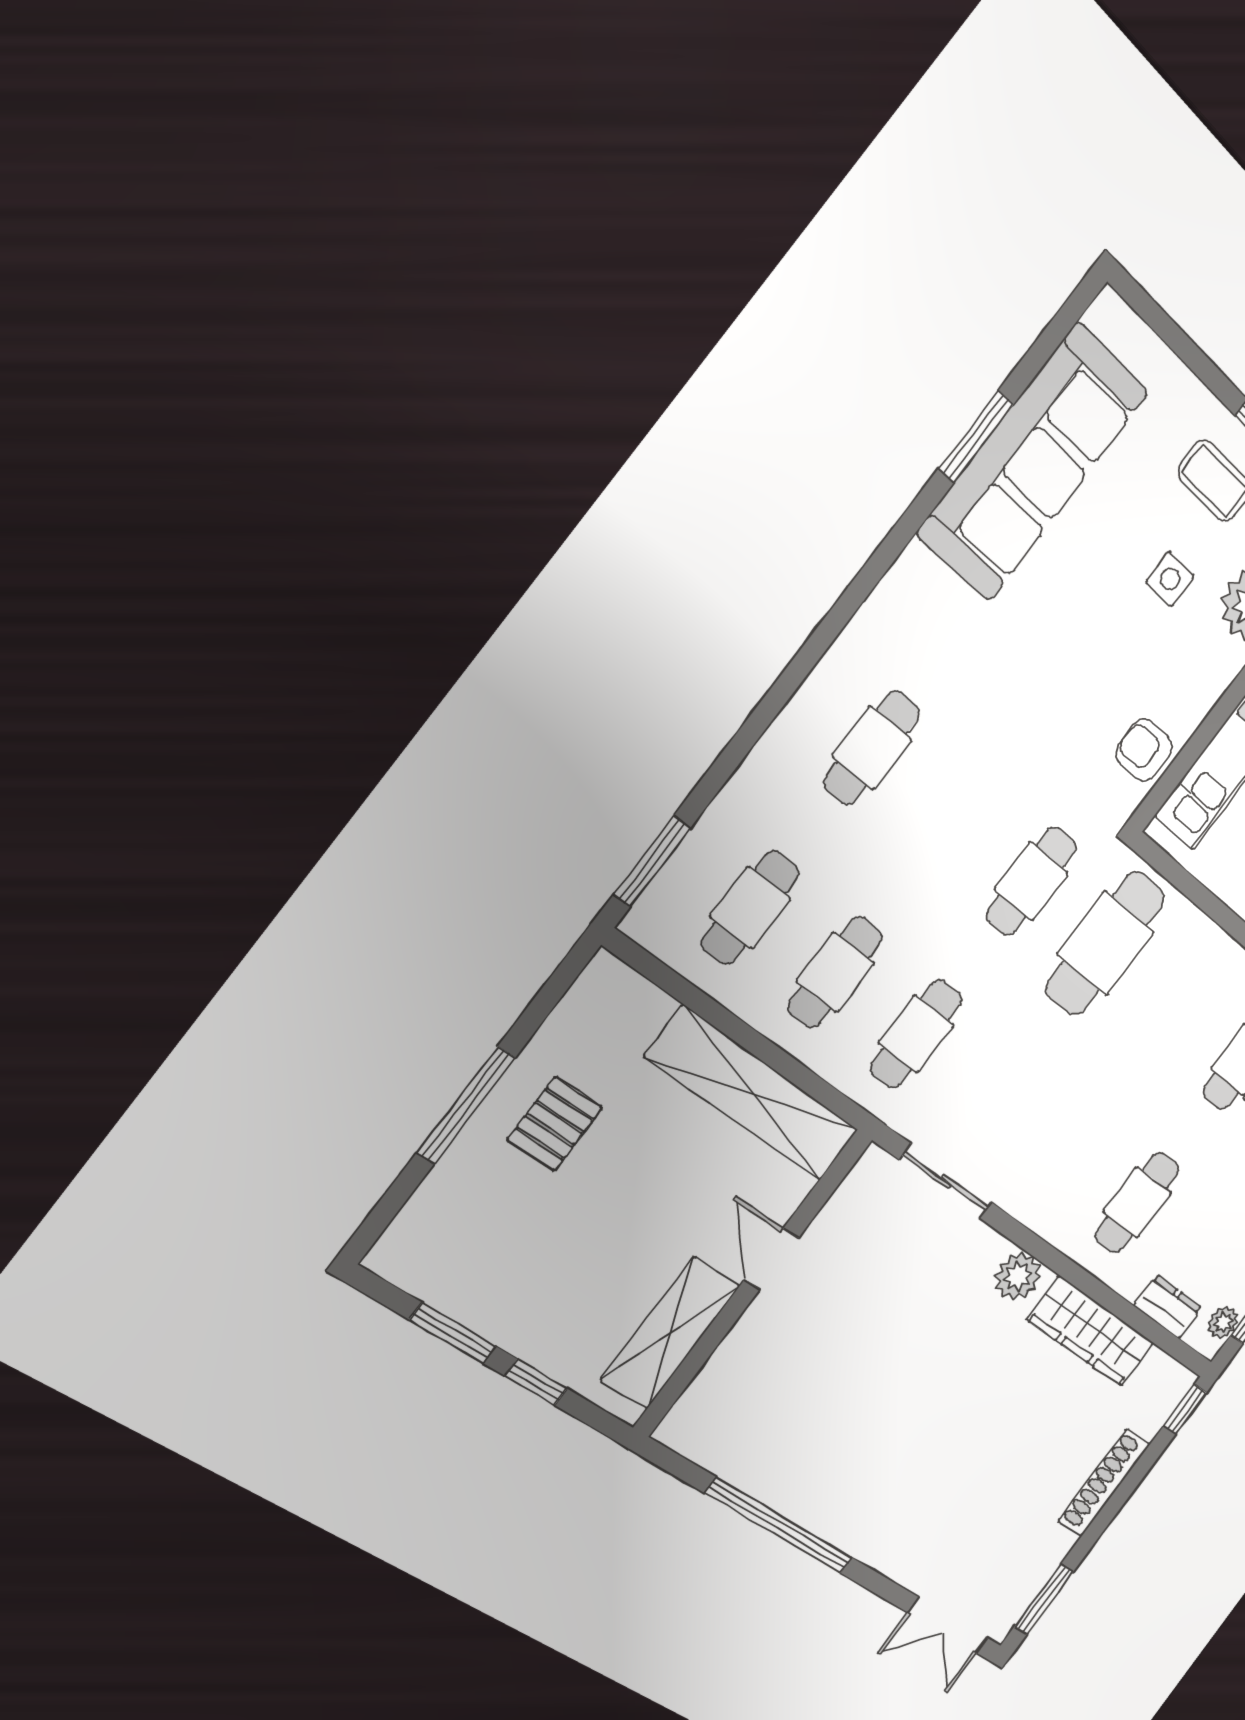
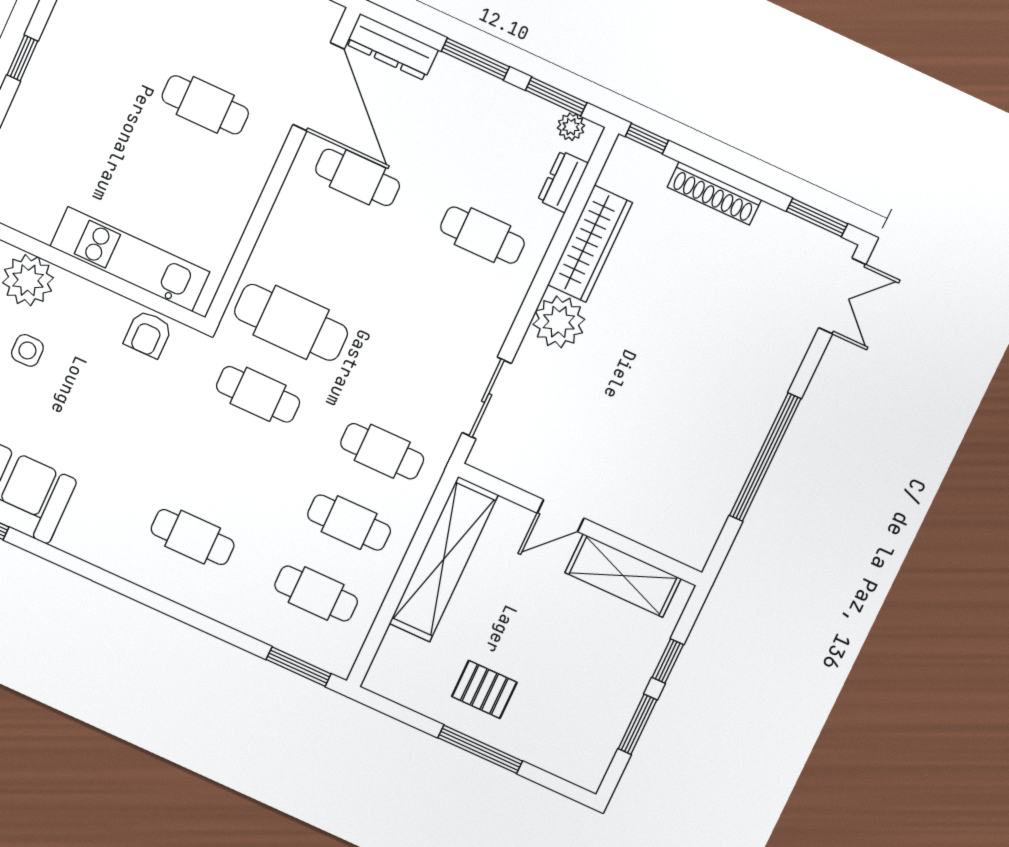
plant: (1018, 1276) -> (559, 322), width x1.36, depth x1.36

